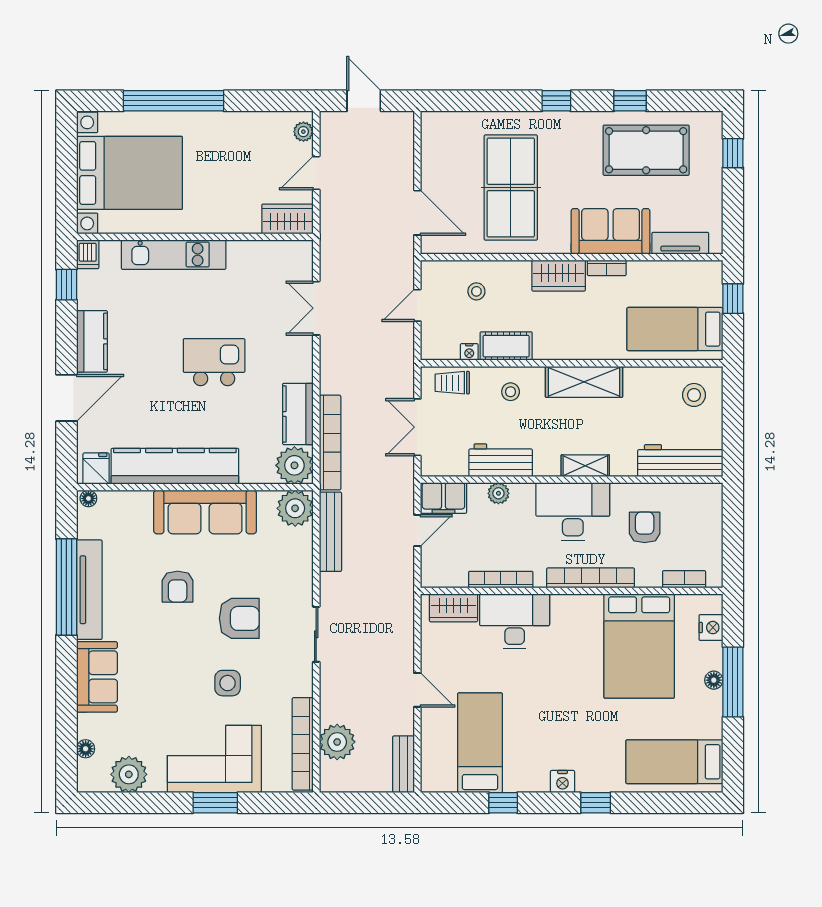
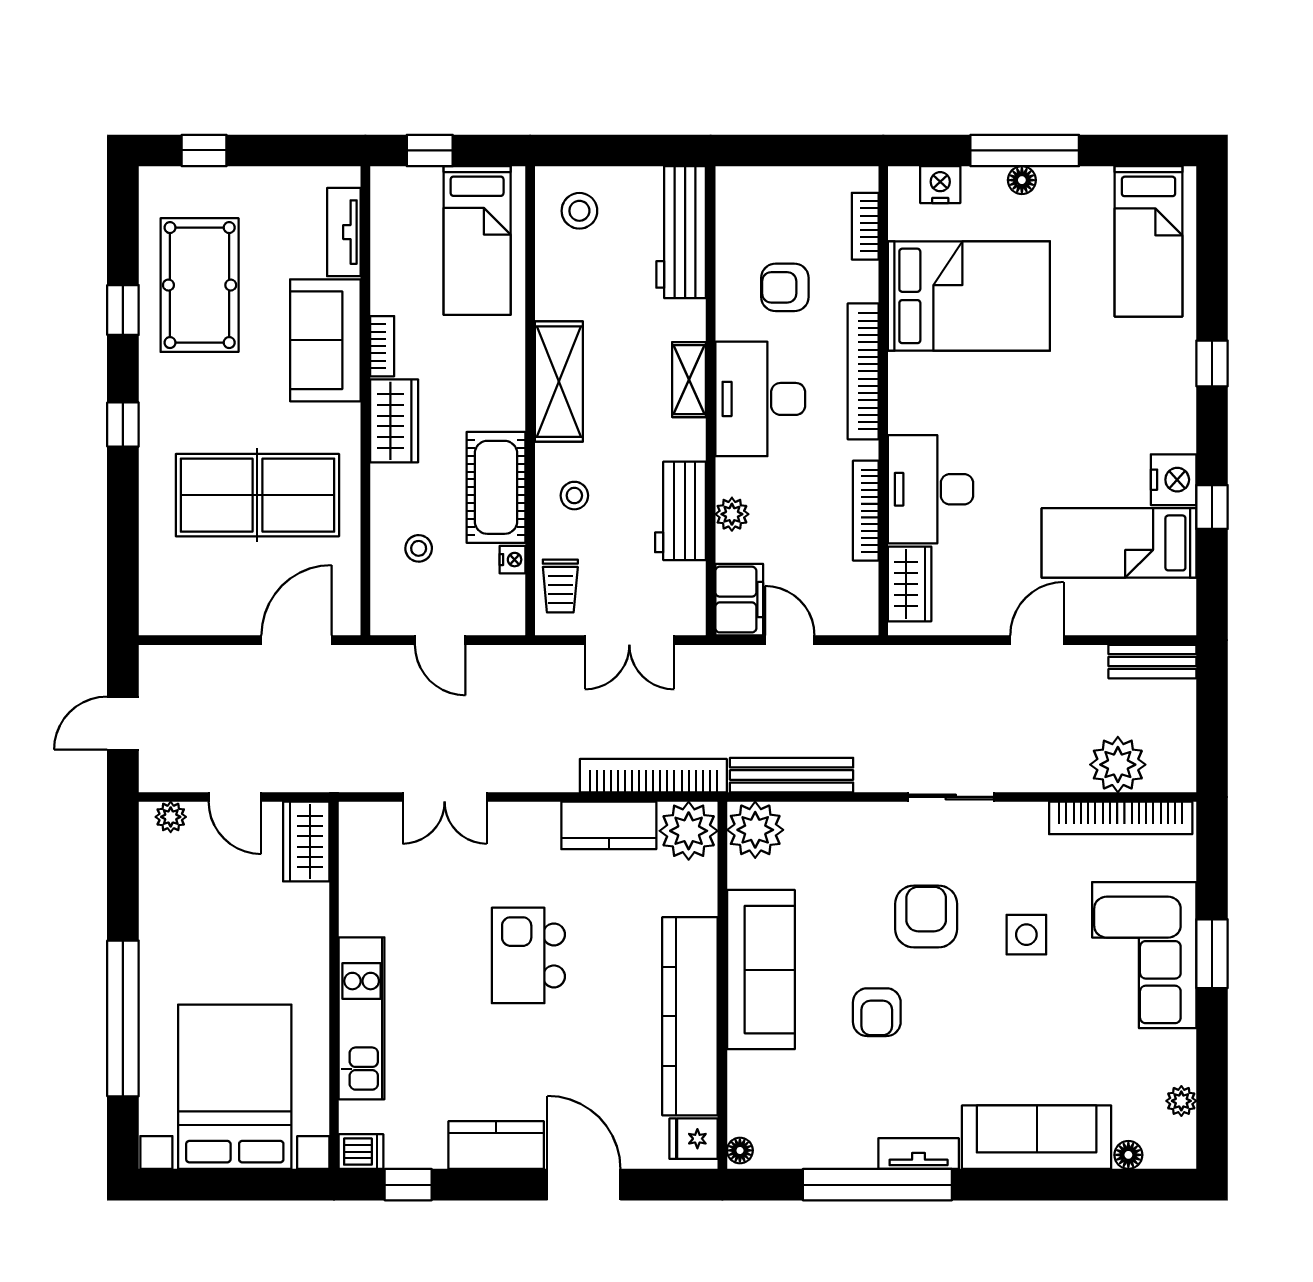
cot: (506, 346) -> (496, 487), width x1.37, depth x1.34
armchair: (178, 587) -> (877, 1012), turned 90
tv unit: (89, 590) -> (919, 1154), width x0.52, depth x0.78
sofa: (97, 677) -> (1037, 1137), width x1.36
plant: (129, 774) -> (1181, 1101), width x0.53, depth x0.53
nightstand: (562, 781) -> (1174, 480), moved, width x1.36, depth x1.33

